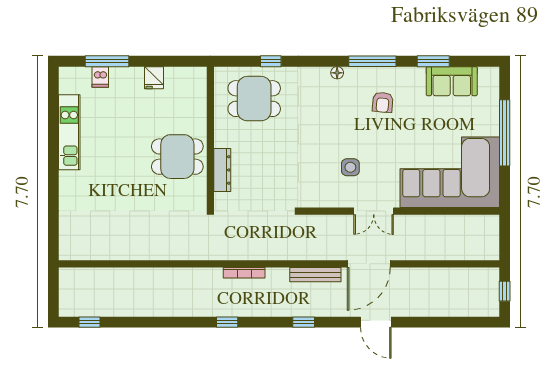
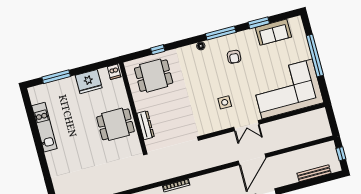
dishwasher: (100, 77) -> (114, 72), moved
fridge: (154, 78) -> (89, 82), width x1.88, depth x1.34
bench: (315, 275) -> (314, 173), moved

